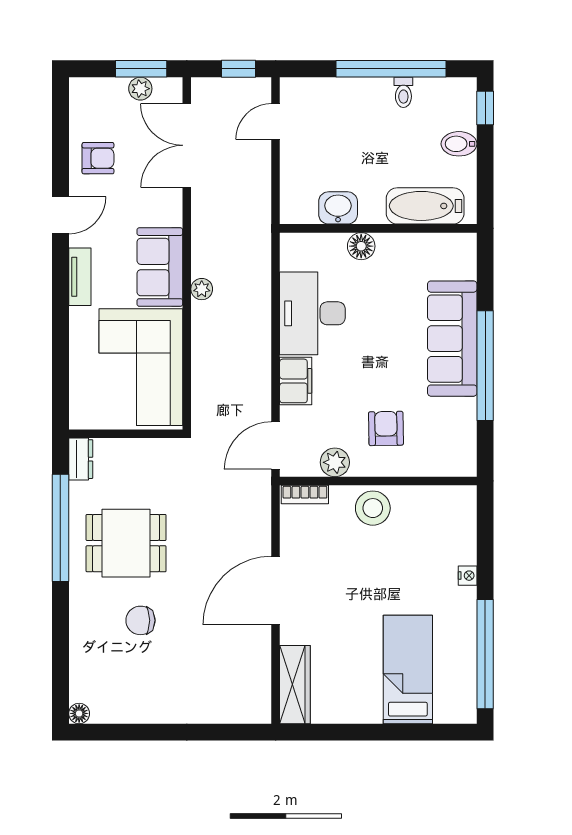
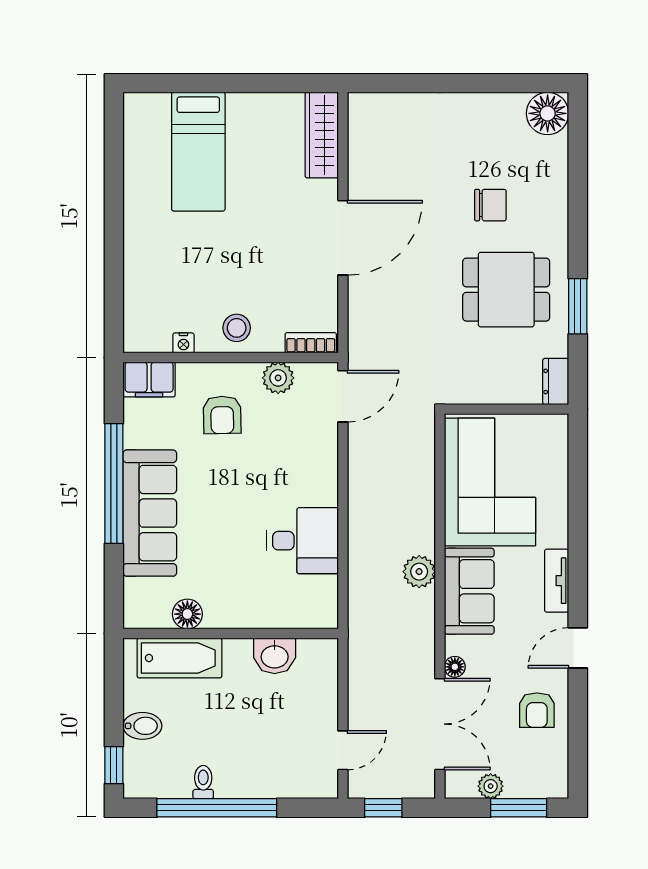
window: (141, 69) -> (519, 808), moved
armchair: (98, 158) -> (537, 710), turned -90
floor lamp: (173, 198) -> (455, 667), added
floor lamp: (361, 246) -> (187, 614), moved
plant: (202, 289) -> (419, 572), width x1.38, depth x1.38
desk: (312, 313) -> (303, 541), width x0.73
filing cabinet: (296, 381) -> (149, 380), moved, turned -90
stool: (373, 508) -> (237, 328), width x0.73, depth x0.73
window: (60, 528) -> (578, 306), width x0.47
nightstand: (468, 576) -> (183, 343), moved, turned -90
window: (485, 654) -> (114, 168), removed
floor lamp: (79, 713) -> (548, 113), width x1.89, depth x1.89

